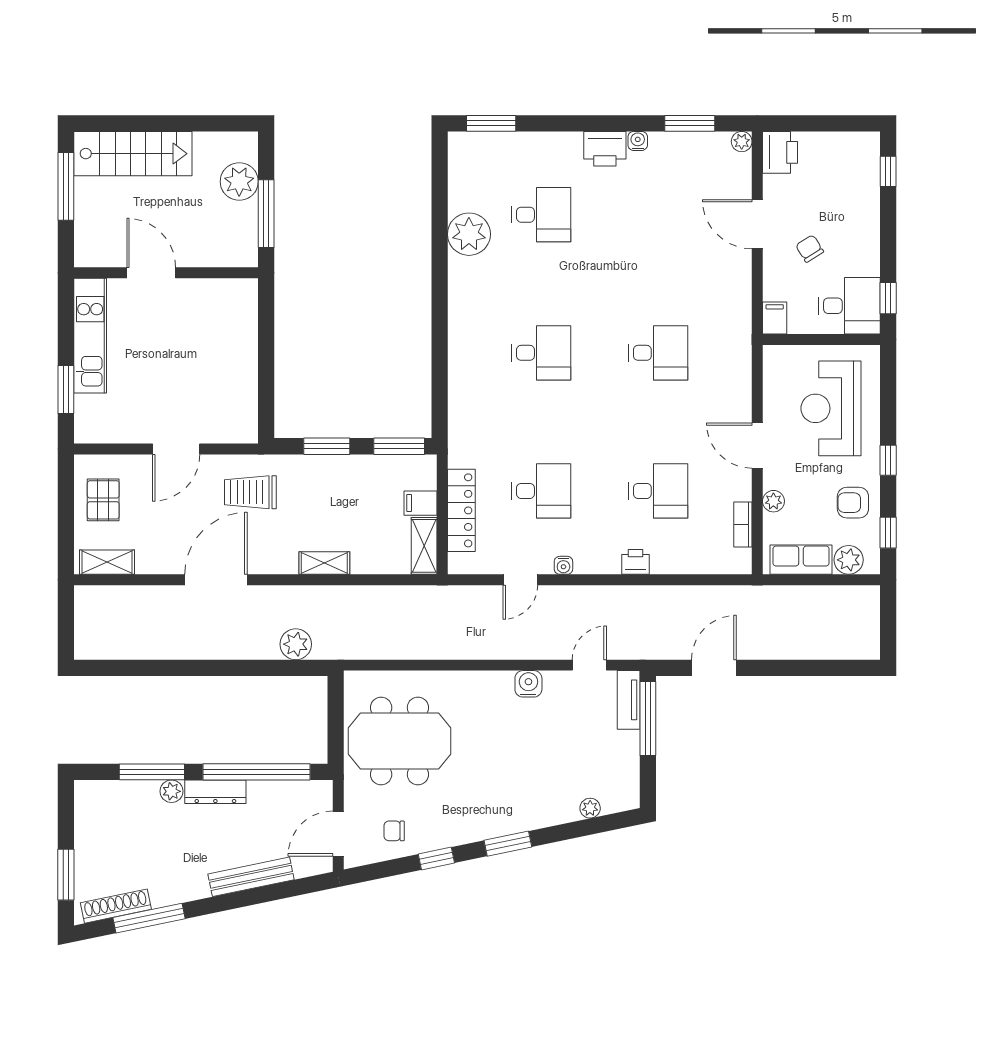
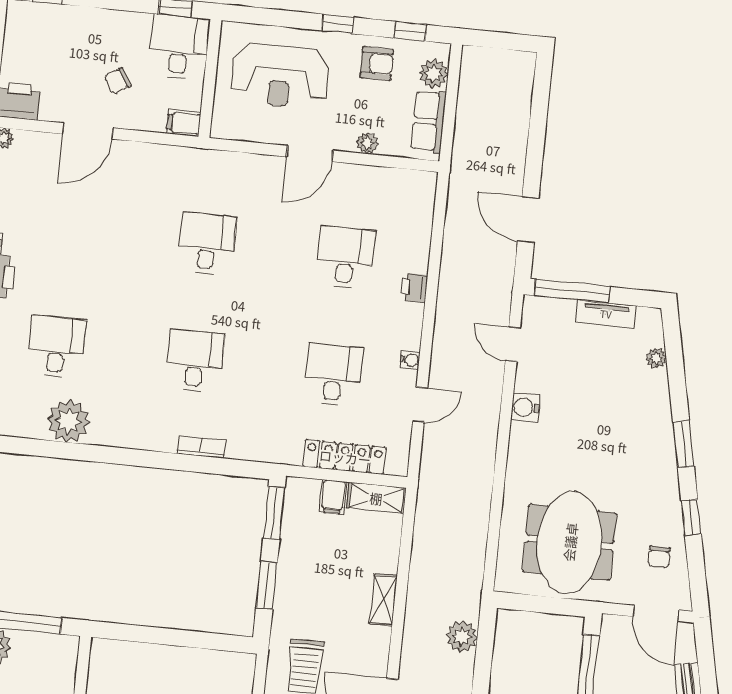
armchair: (853, 503) -> (377, 63), turned -90
bookcase: (743, 524) -> (201, 447), moved, turned 180
door: (520, 580) -> (420, 405), hinge flipped
tv unit: (629, 700) -> (606, 314), moved

